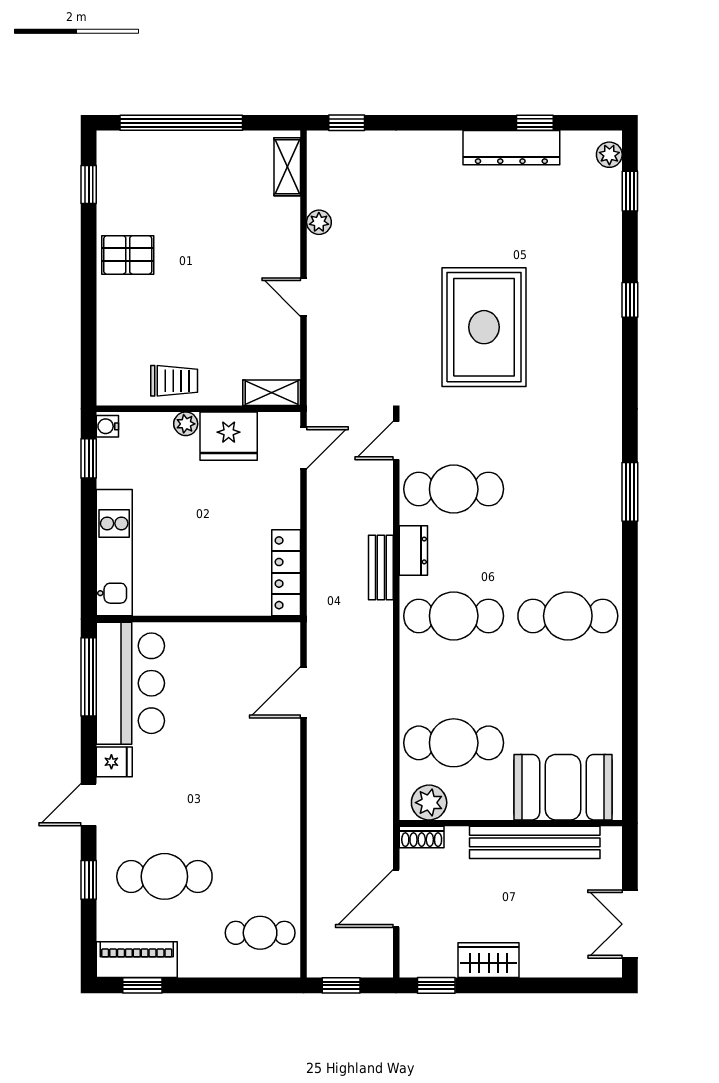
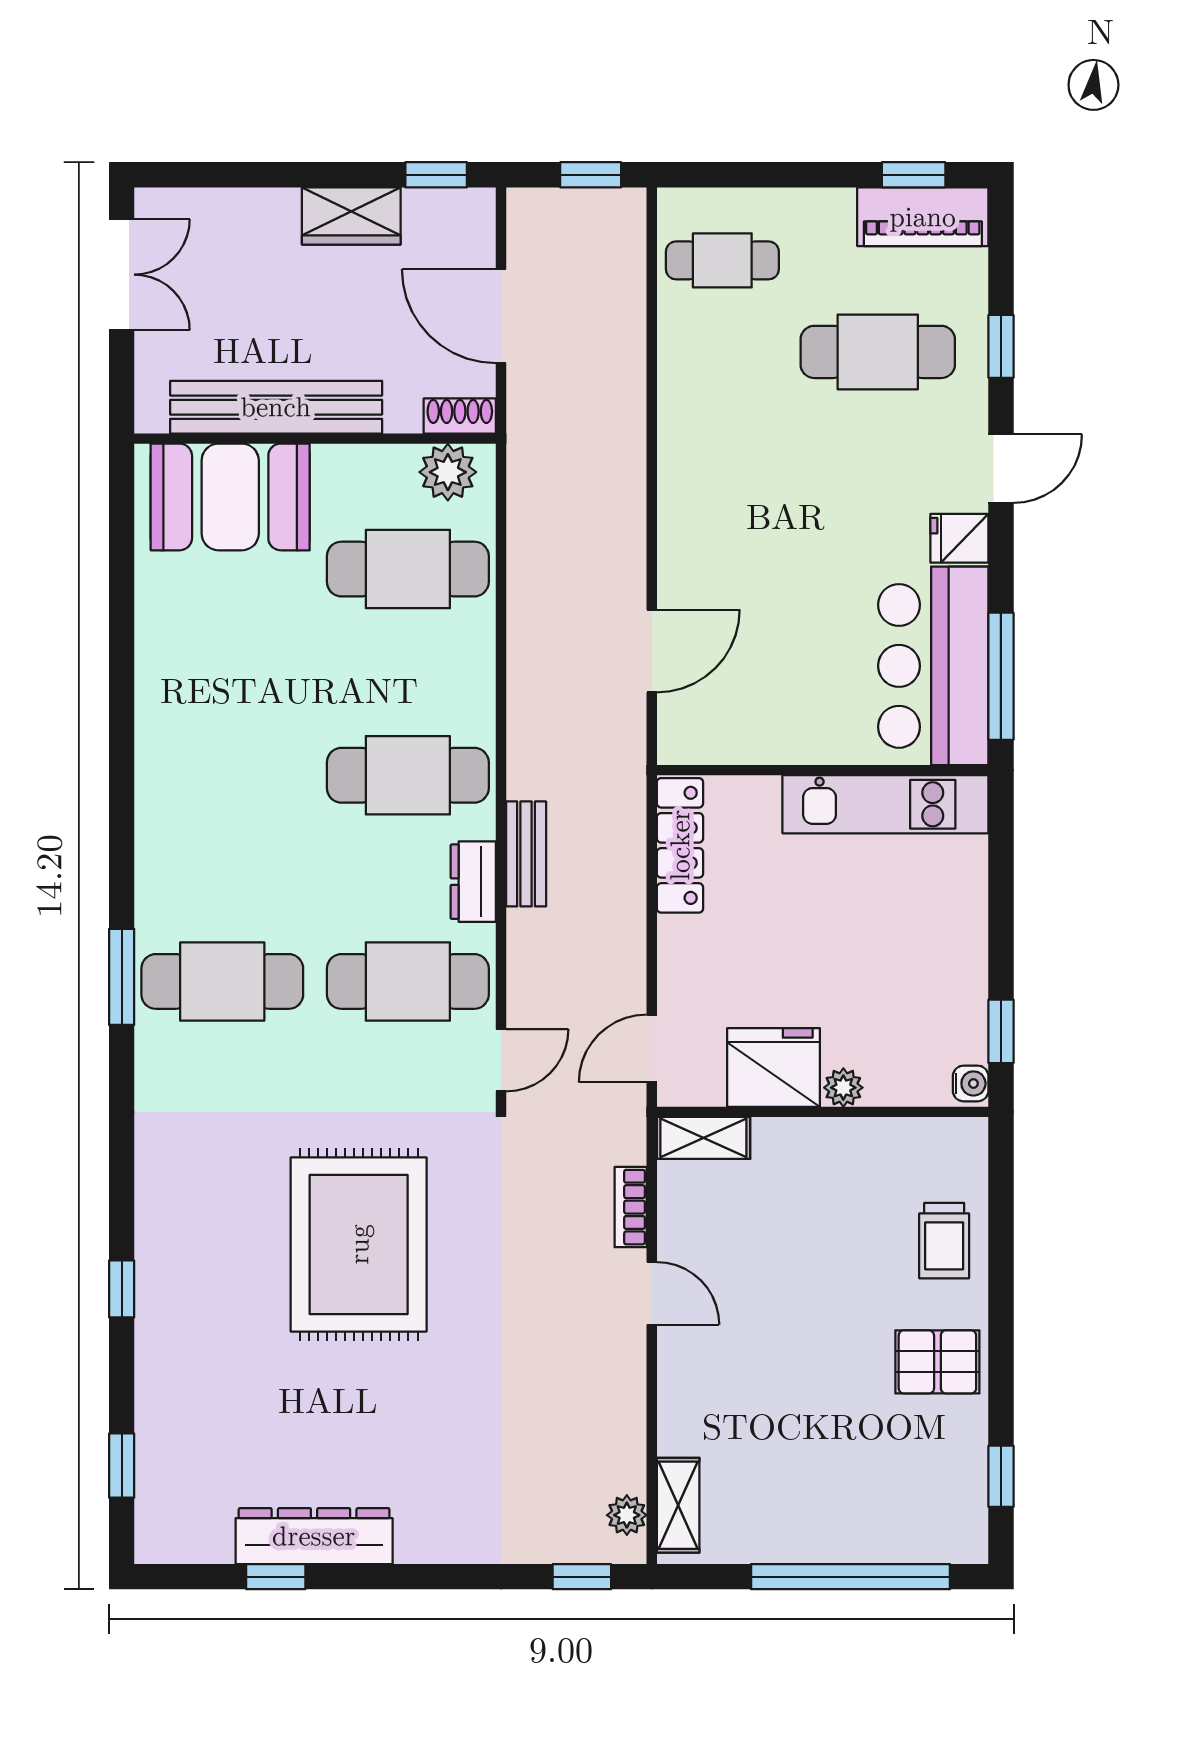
plant: (609, 155) -> (155, 1525), removed
plant: (319, 222) -> (627, 1515), moved
bookcase: (317, 350) -> (631, 1207), added
trolley: (174, 381) -> (944, 1241), moved, turned -90
kitchen unit: (114, 553) -> (885, 804), moved, turned -90
cafe table: (568, 616) -> (222, 981), moved
door: (396, 899) -> (501, 316), swing flipped

